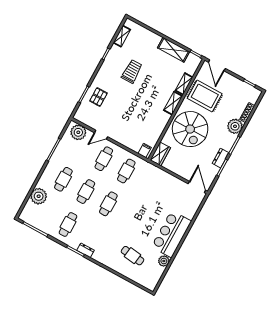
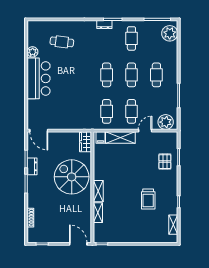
shelving: (173, 50) -> (120, 137), moved
rug: (205, 96) -> (75, 212), removed
plant: (235, 126) -> (34, 200), removed
plant: (39, 196) -> (170, 33), moved

